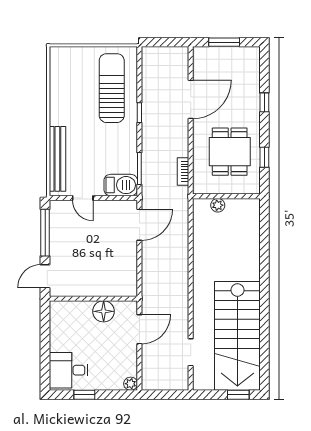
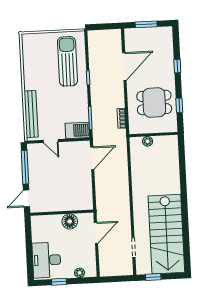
dining table: (230, 152) -> (154, 103), turned 90
desk: (68, 370) -> (46, 260), width x1.37
plant: (131, 384) -> (80, 273), moved
window: (238, 395) -> (153, 277), moved

